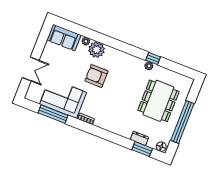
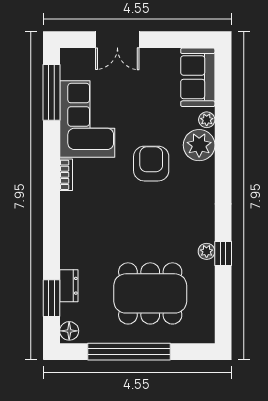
window: (53, 114) -> (52, 92), moved

